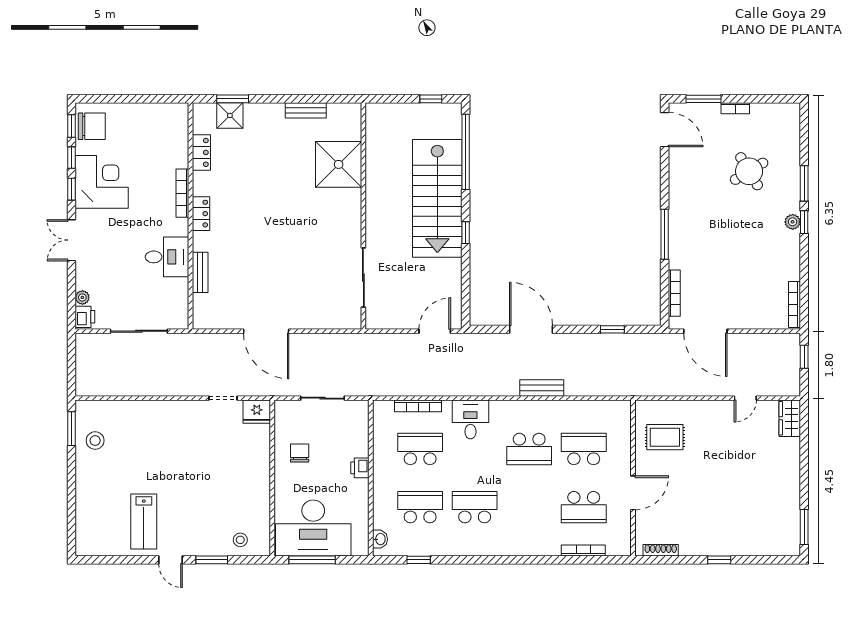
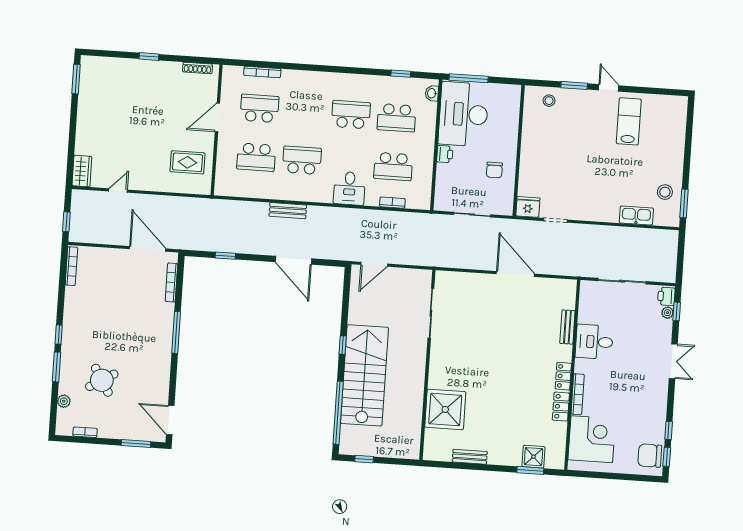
bookcase: (735, 108) -> (85, 432), moved
locker: (201, 152) -> (561, 407), moved
corner desk: (102, 182) -> (592, 439), moved, turned 180
window: (71, 189) -> (677, 311), moved
plant: (793, 222) -> (64, 401), moved
bookcase: (418, 406) -> (392, 203), width x0.64
kitchen sink: (127, 410) -> (636, 216), added
school desk: (475, 507) -> (351, 115), turned 180
desk: (313, 528) -> (463, 114), moved, turned -90
window: (312, 560) -> (469, 78), moved

